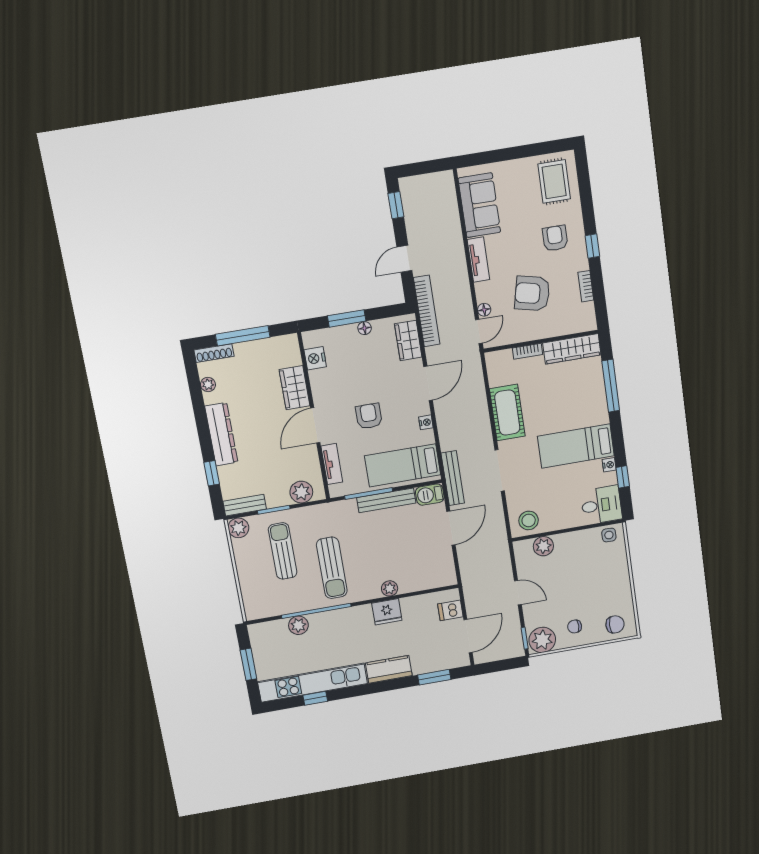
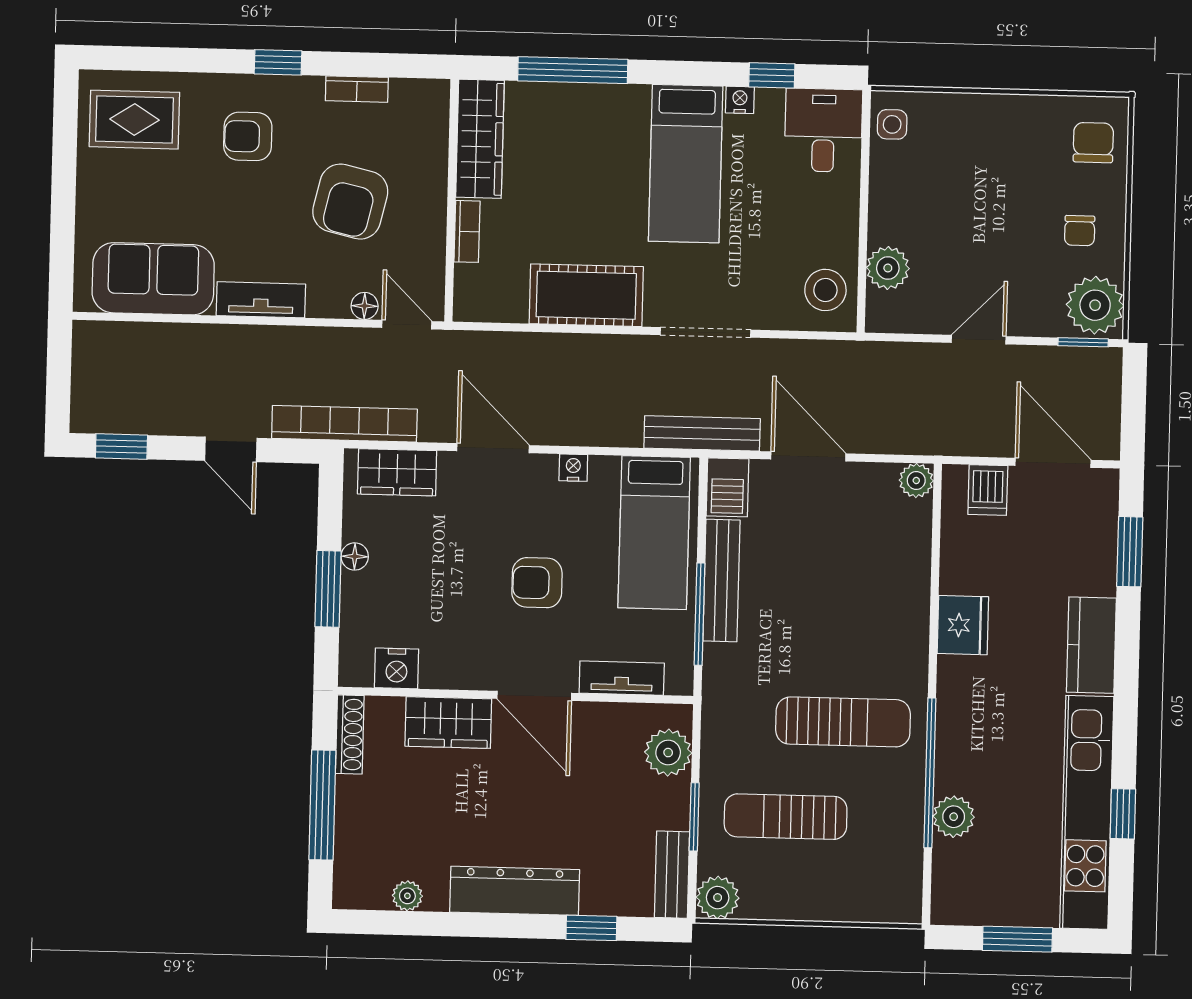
shoe rack: (214, 353) -> (350, 734), moved
plant: (390, 588) -> (916, 480), moved

